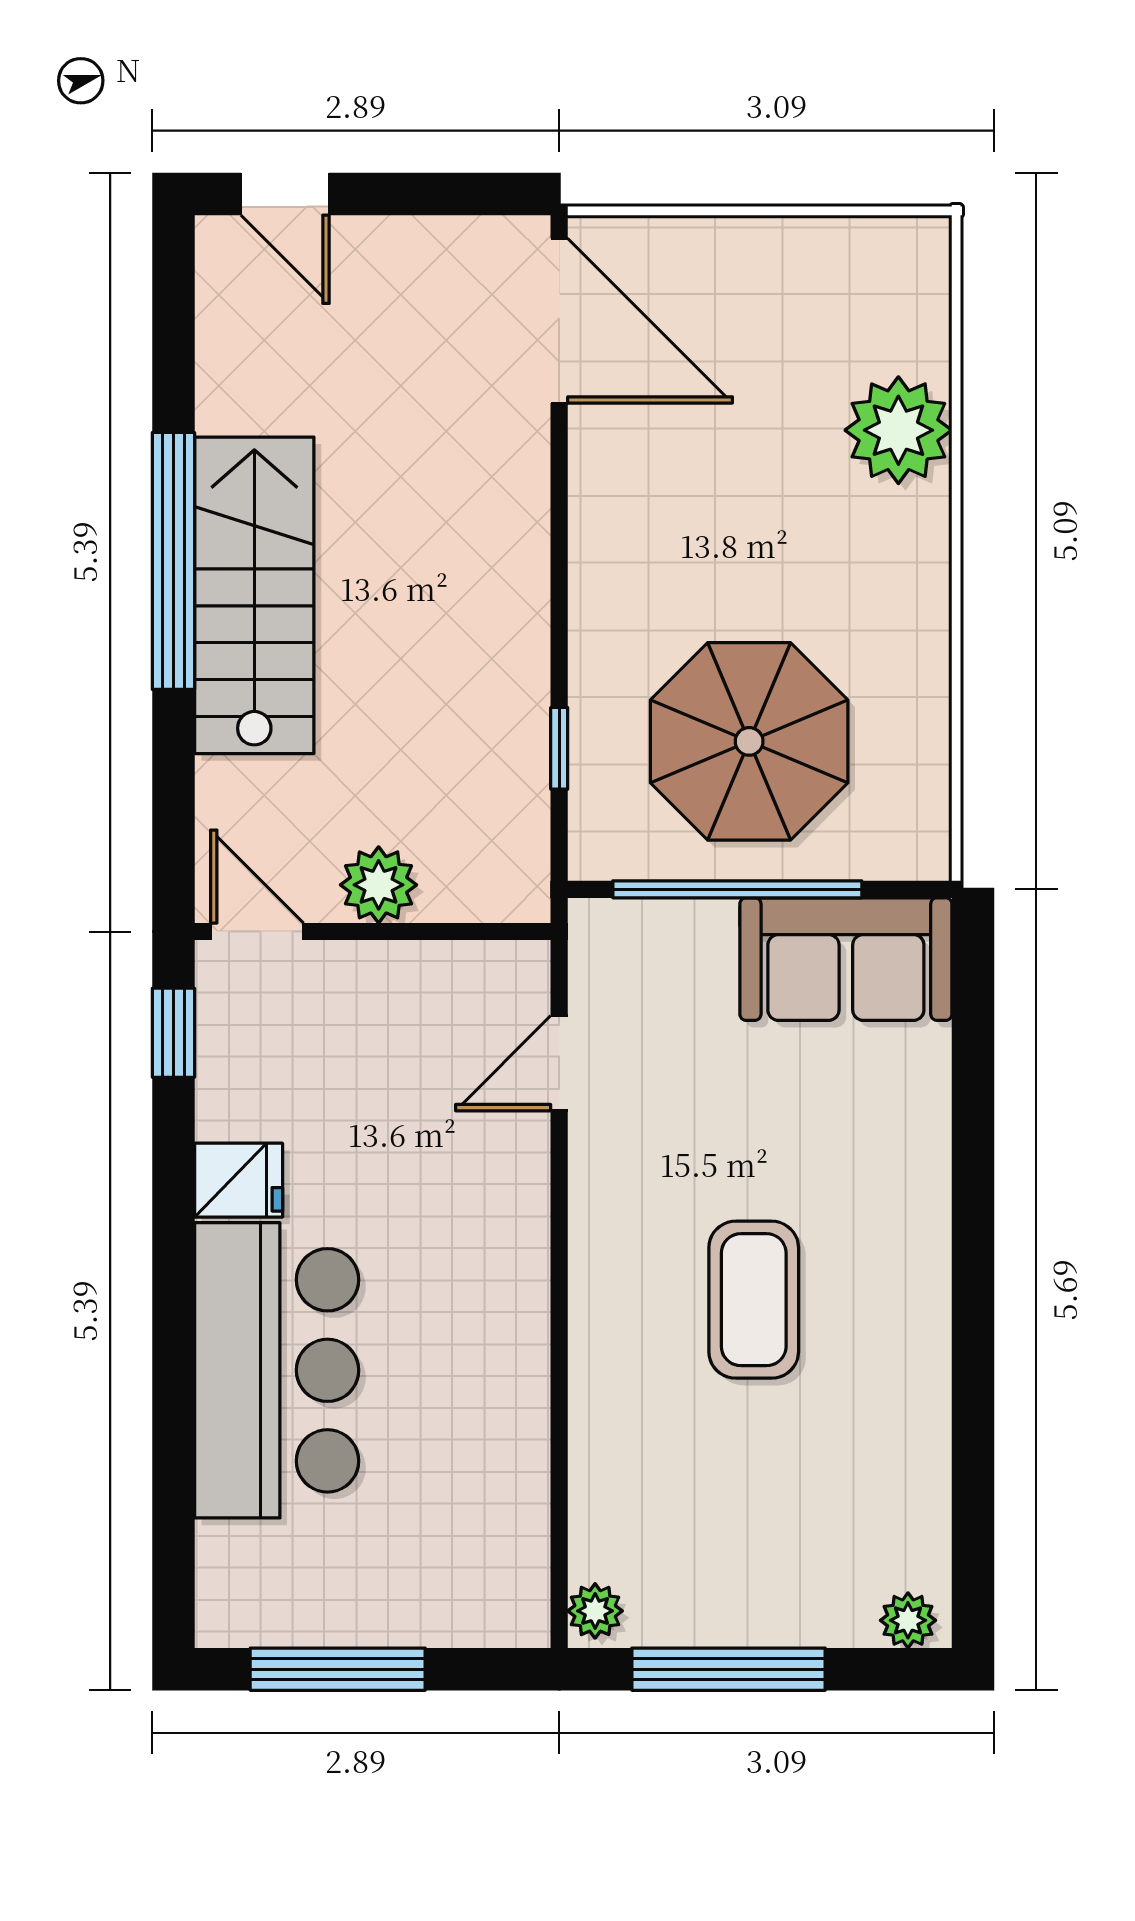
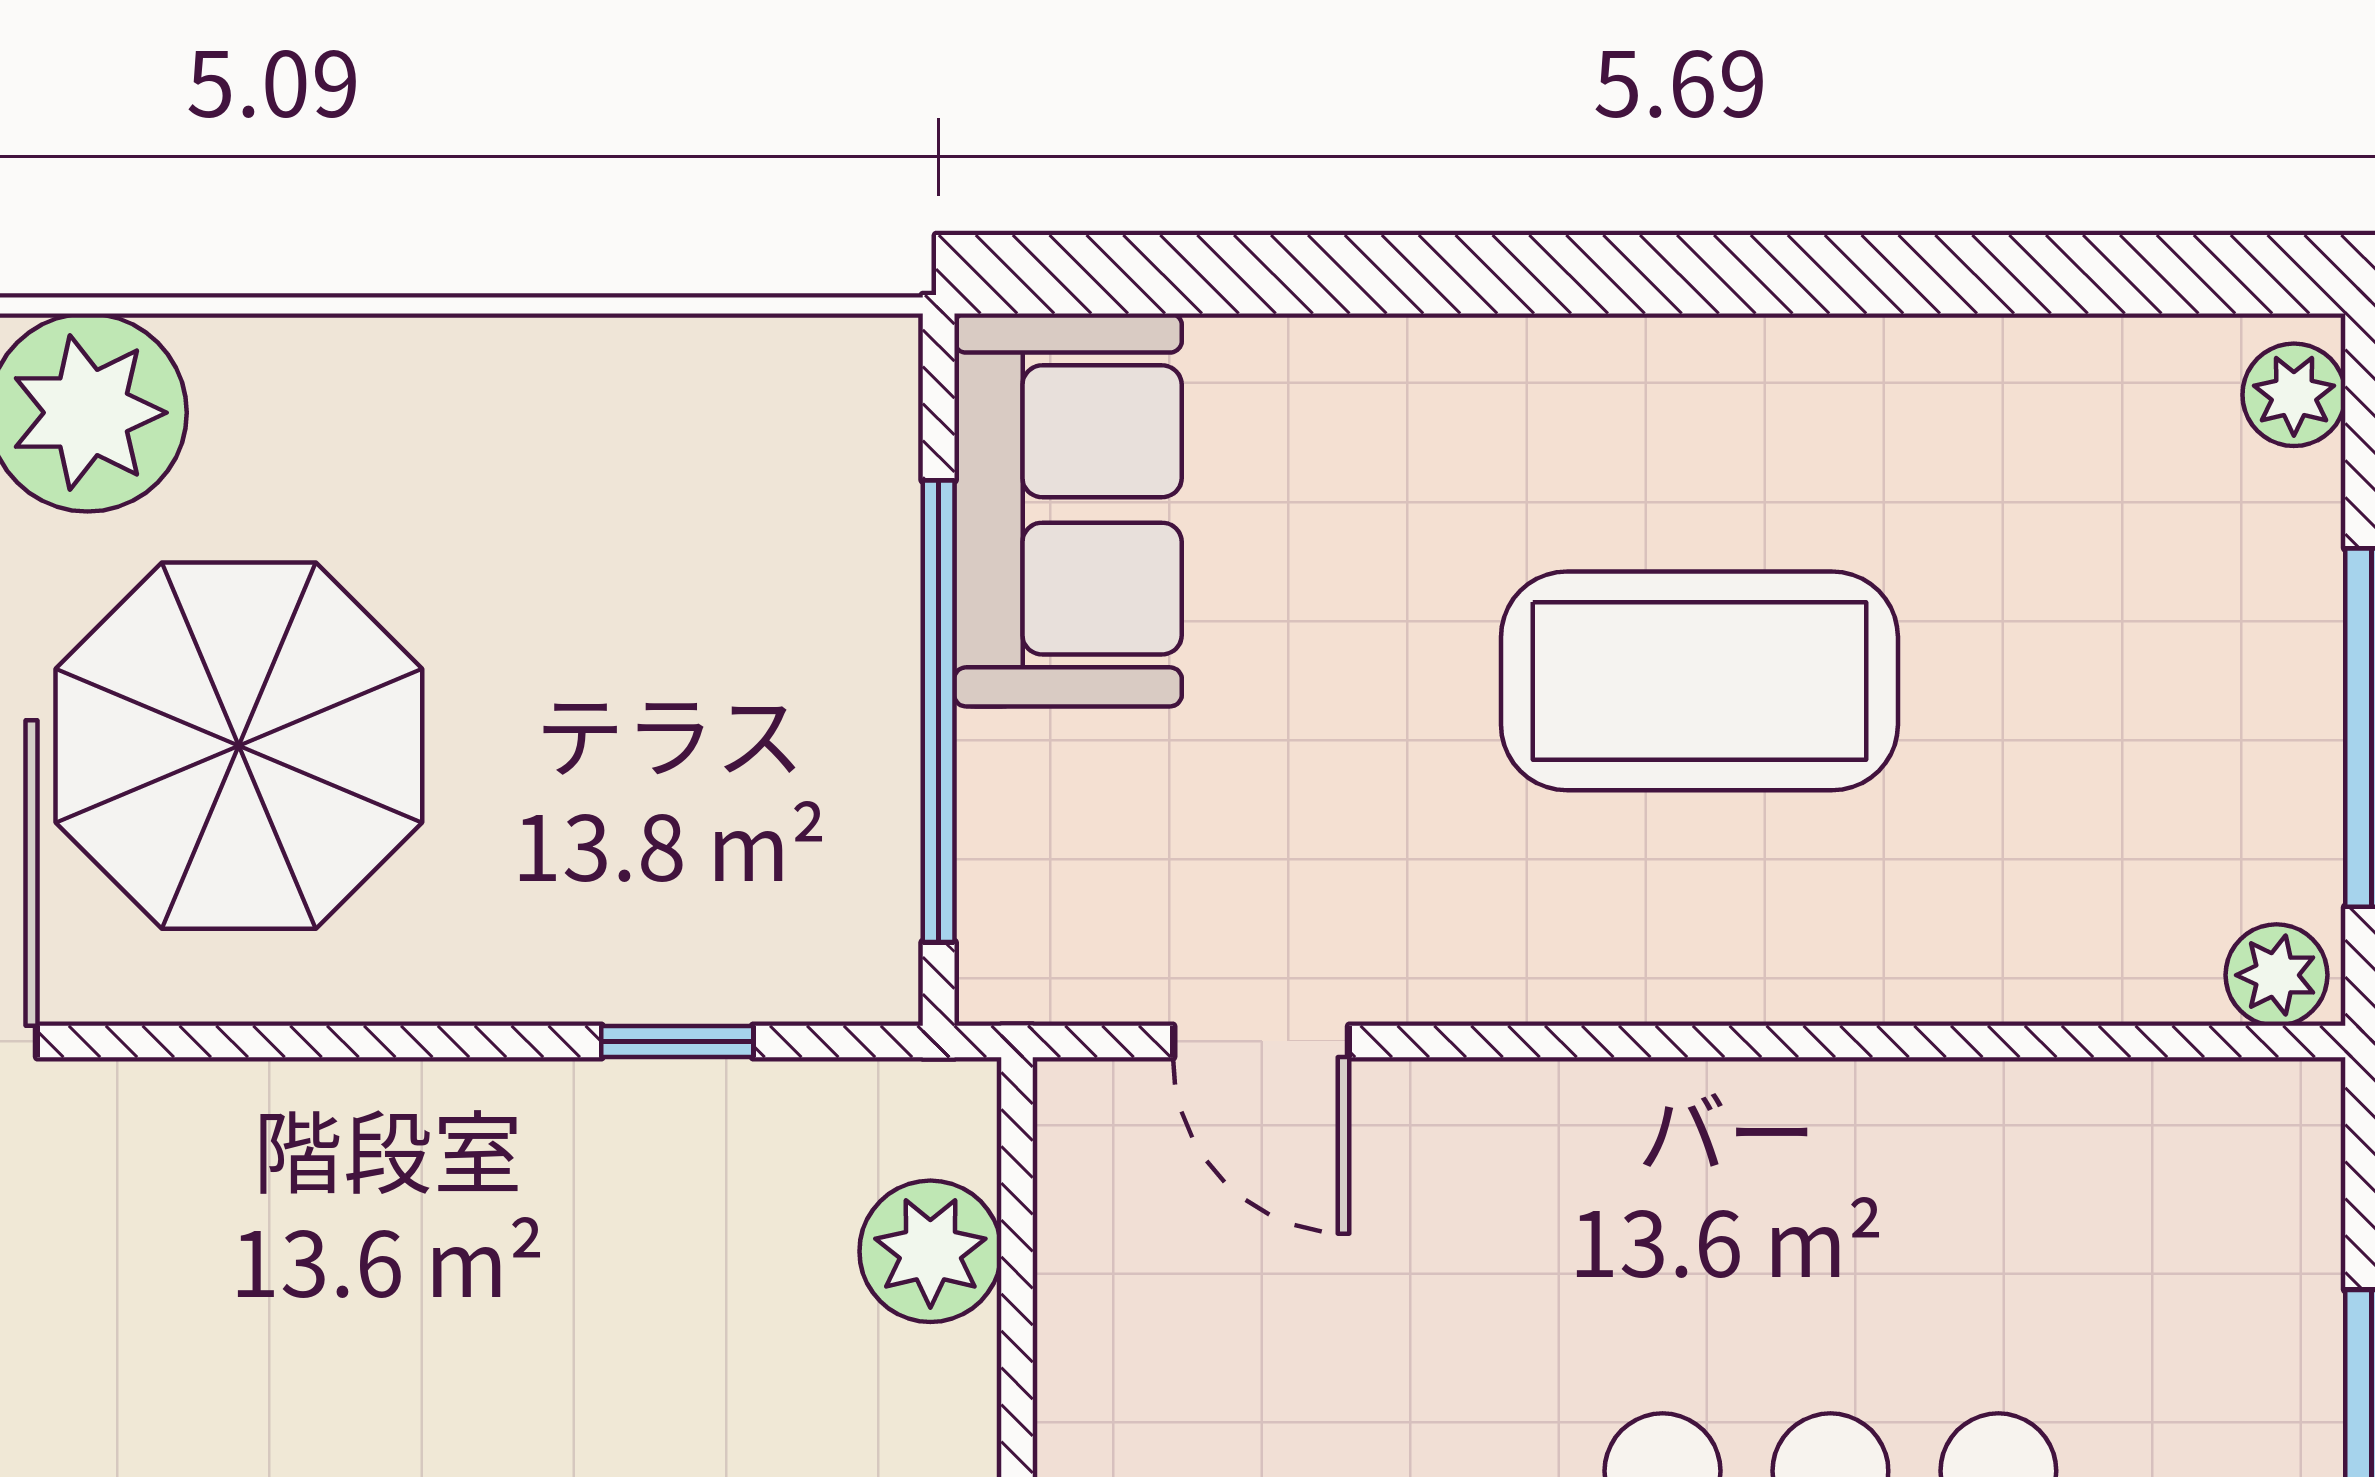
parasol: (749, 741) -> (239, 746), moved
plant: (379, 885) -> (930, 1251), moved
coffee table: (754, 1300) -> (1699, 681), width x1.36, depth x1.32

